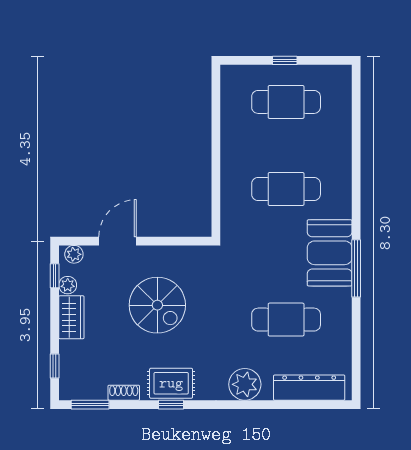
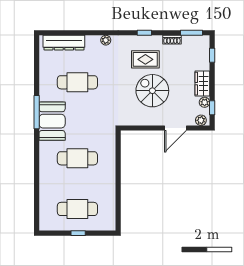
rug: (171, 383) -> (145, 59), moved
plant: (245, 384) -> (106, 40), width x0.53, depth x0.53

